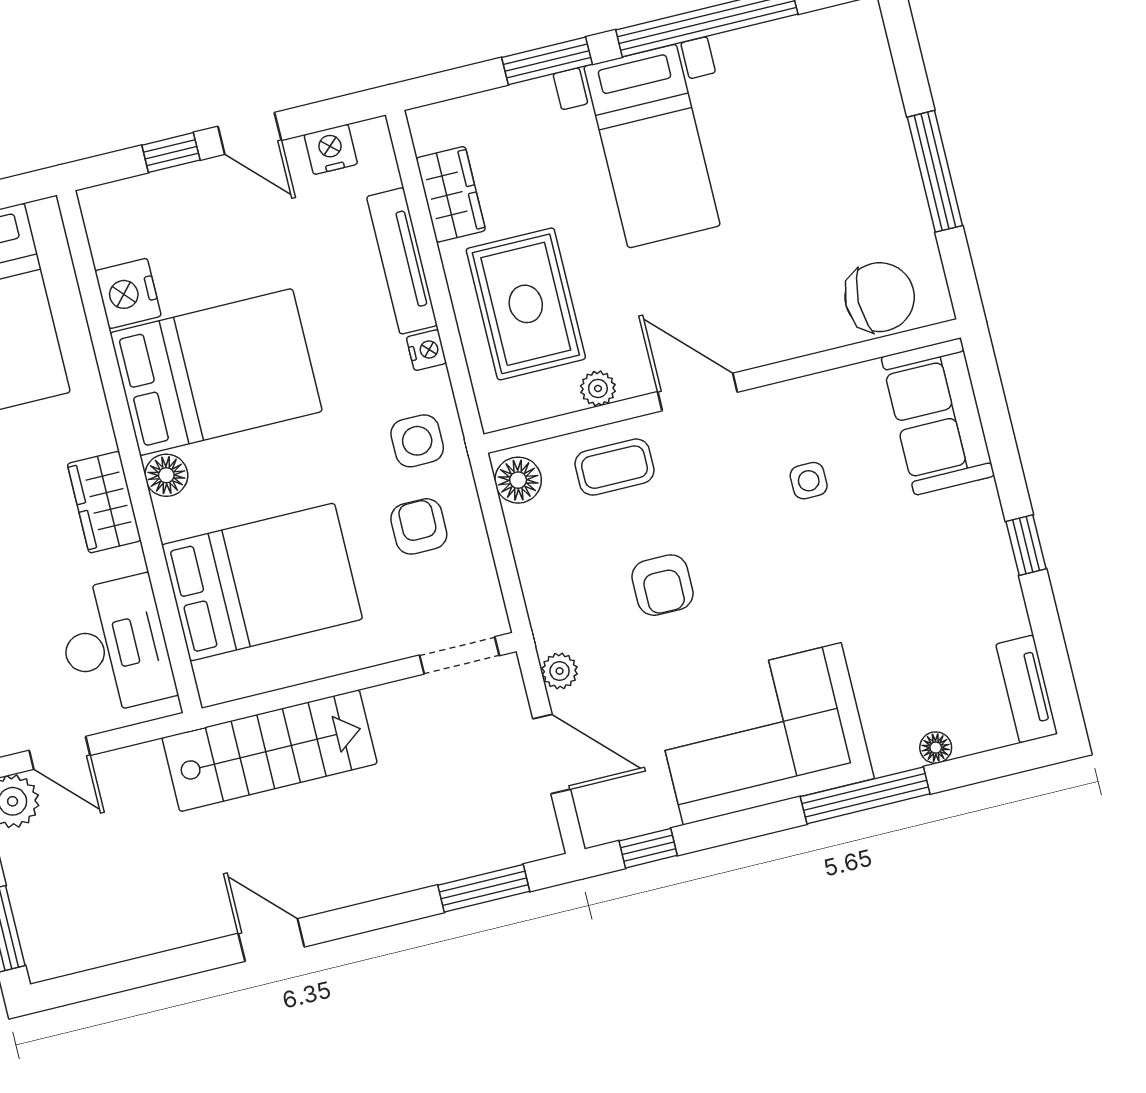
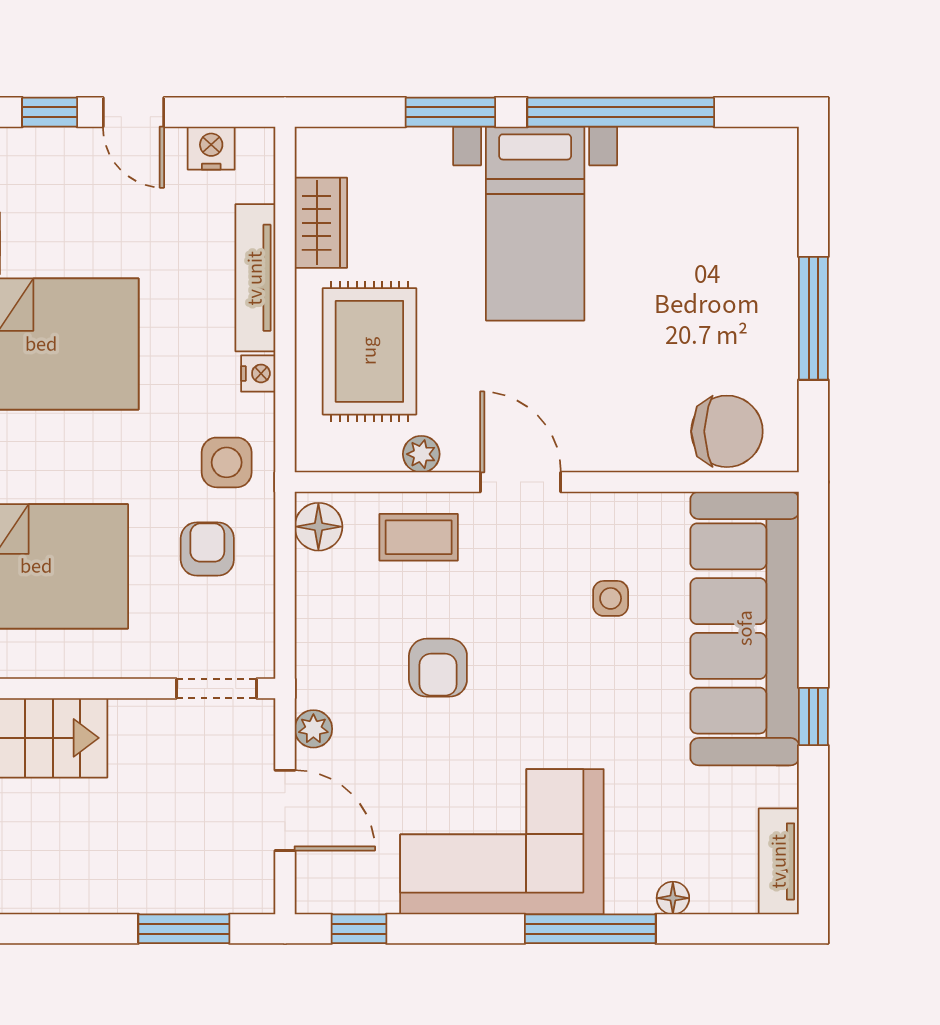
sofa: (938, 416) -> (745, 628), width x1.85, depth x1.27

